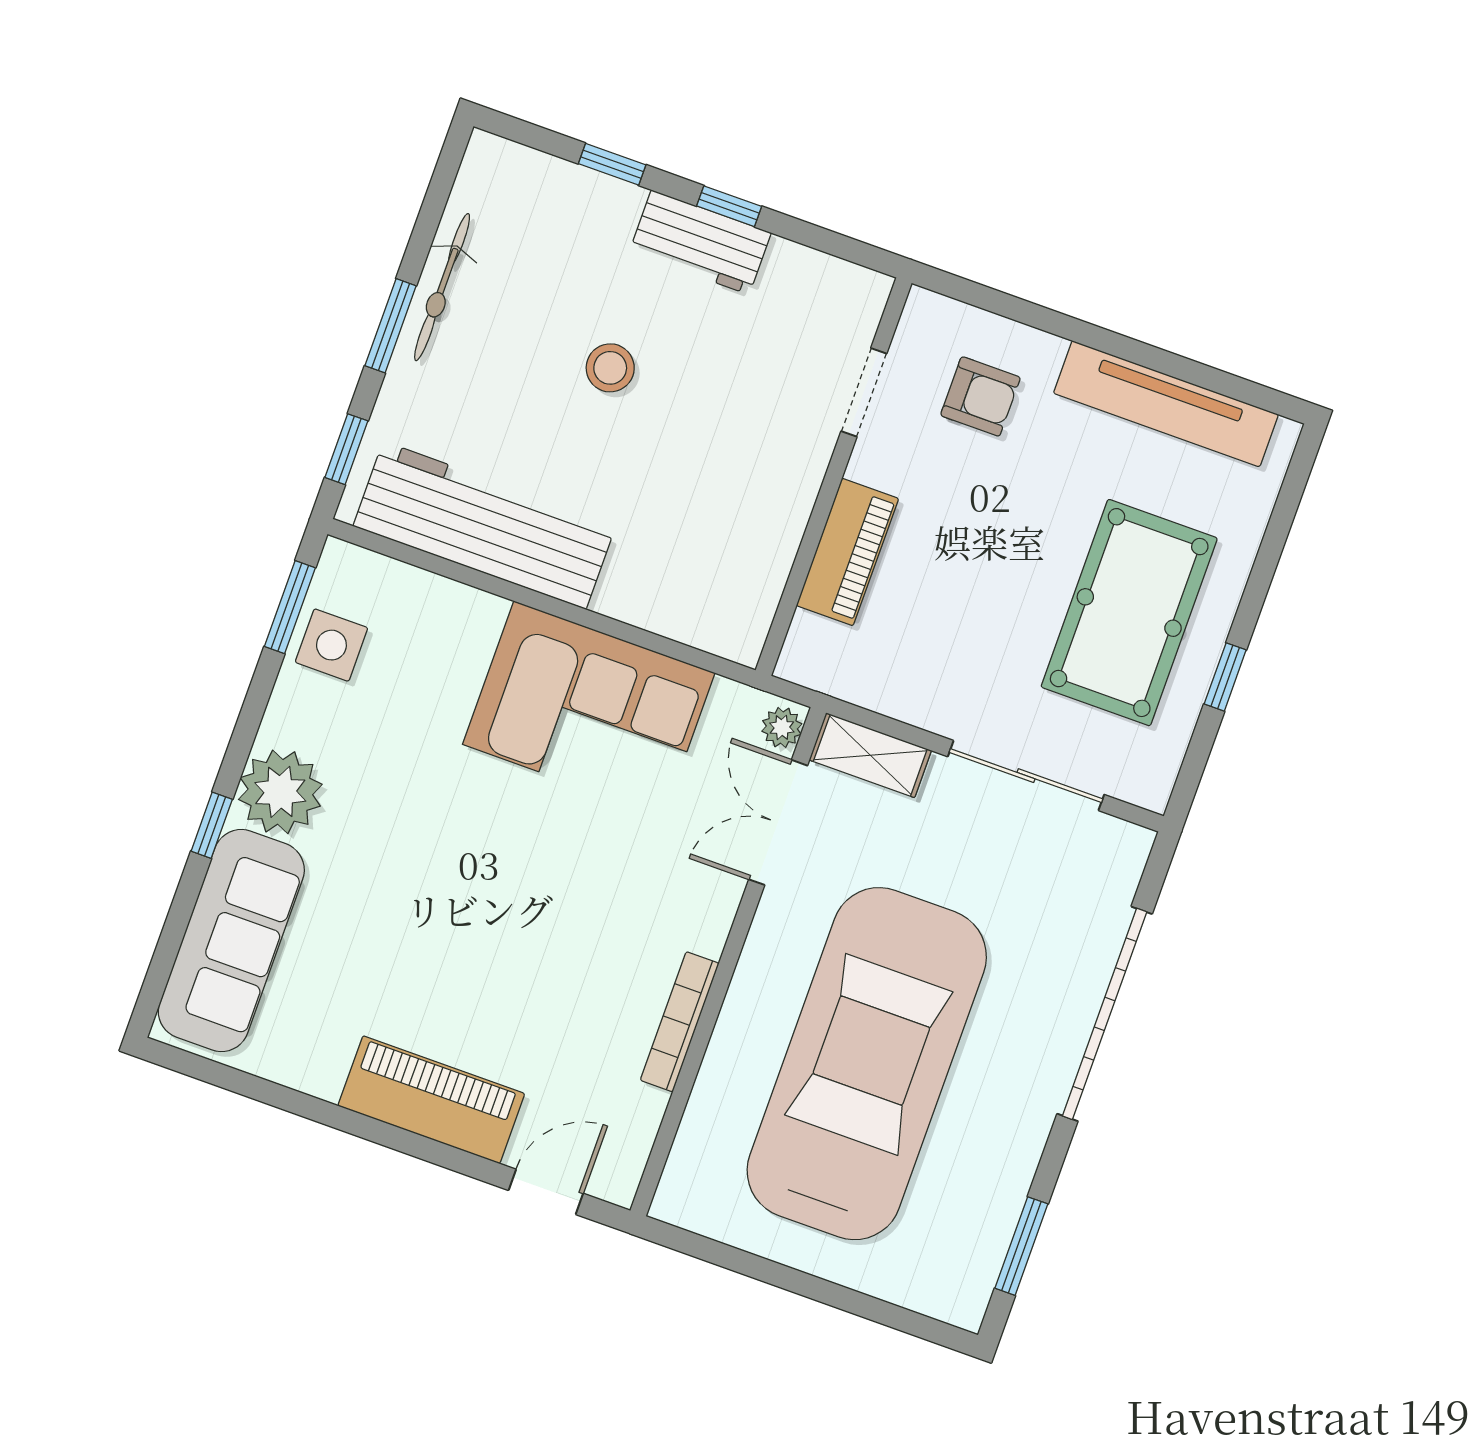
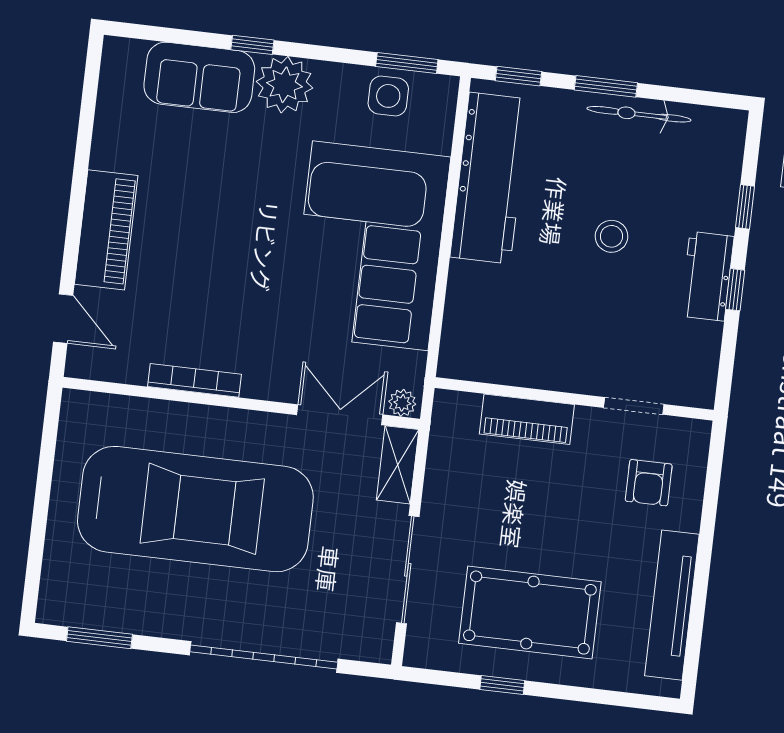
corner sofa: (589, 709) -> (370, 246), width x1.36, depth x1.36
sofa: (231, 941) -> (199, 77), width x0.73

